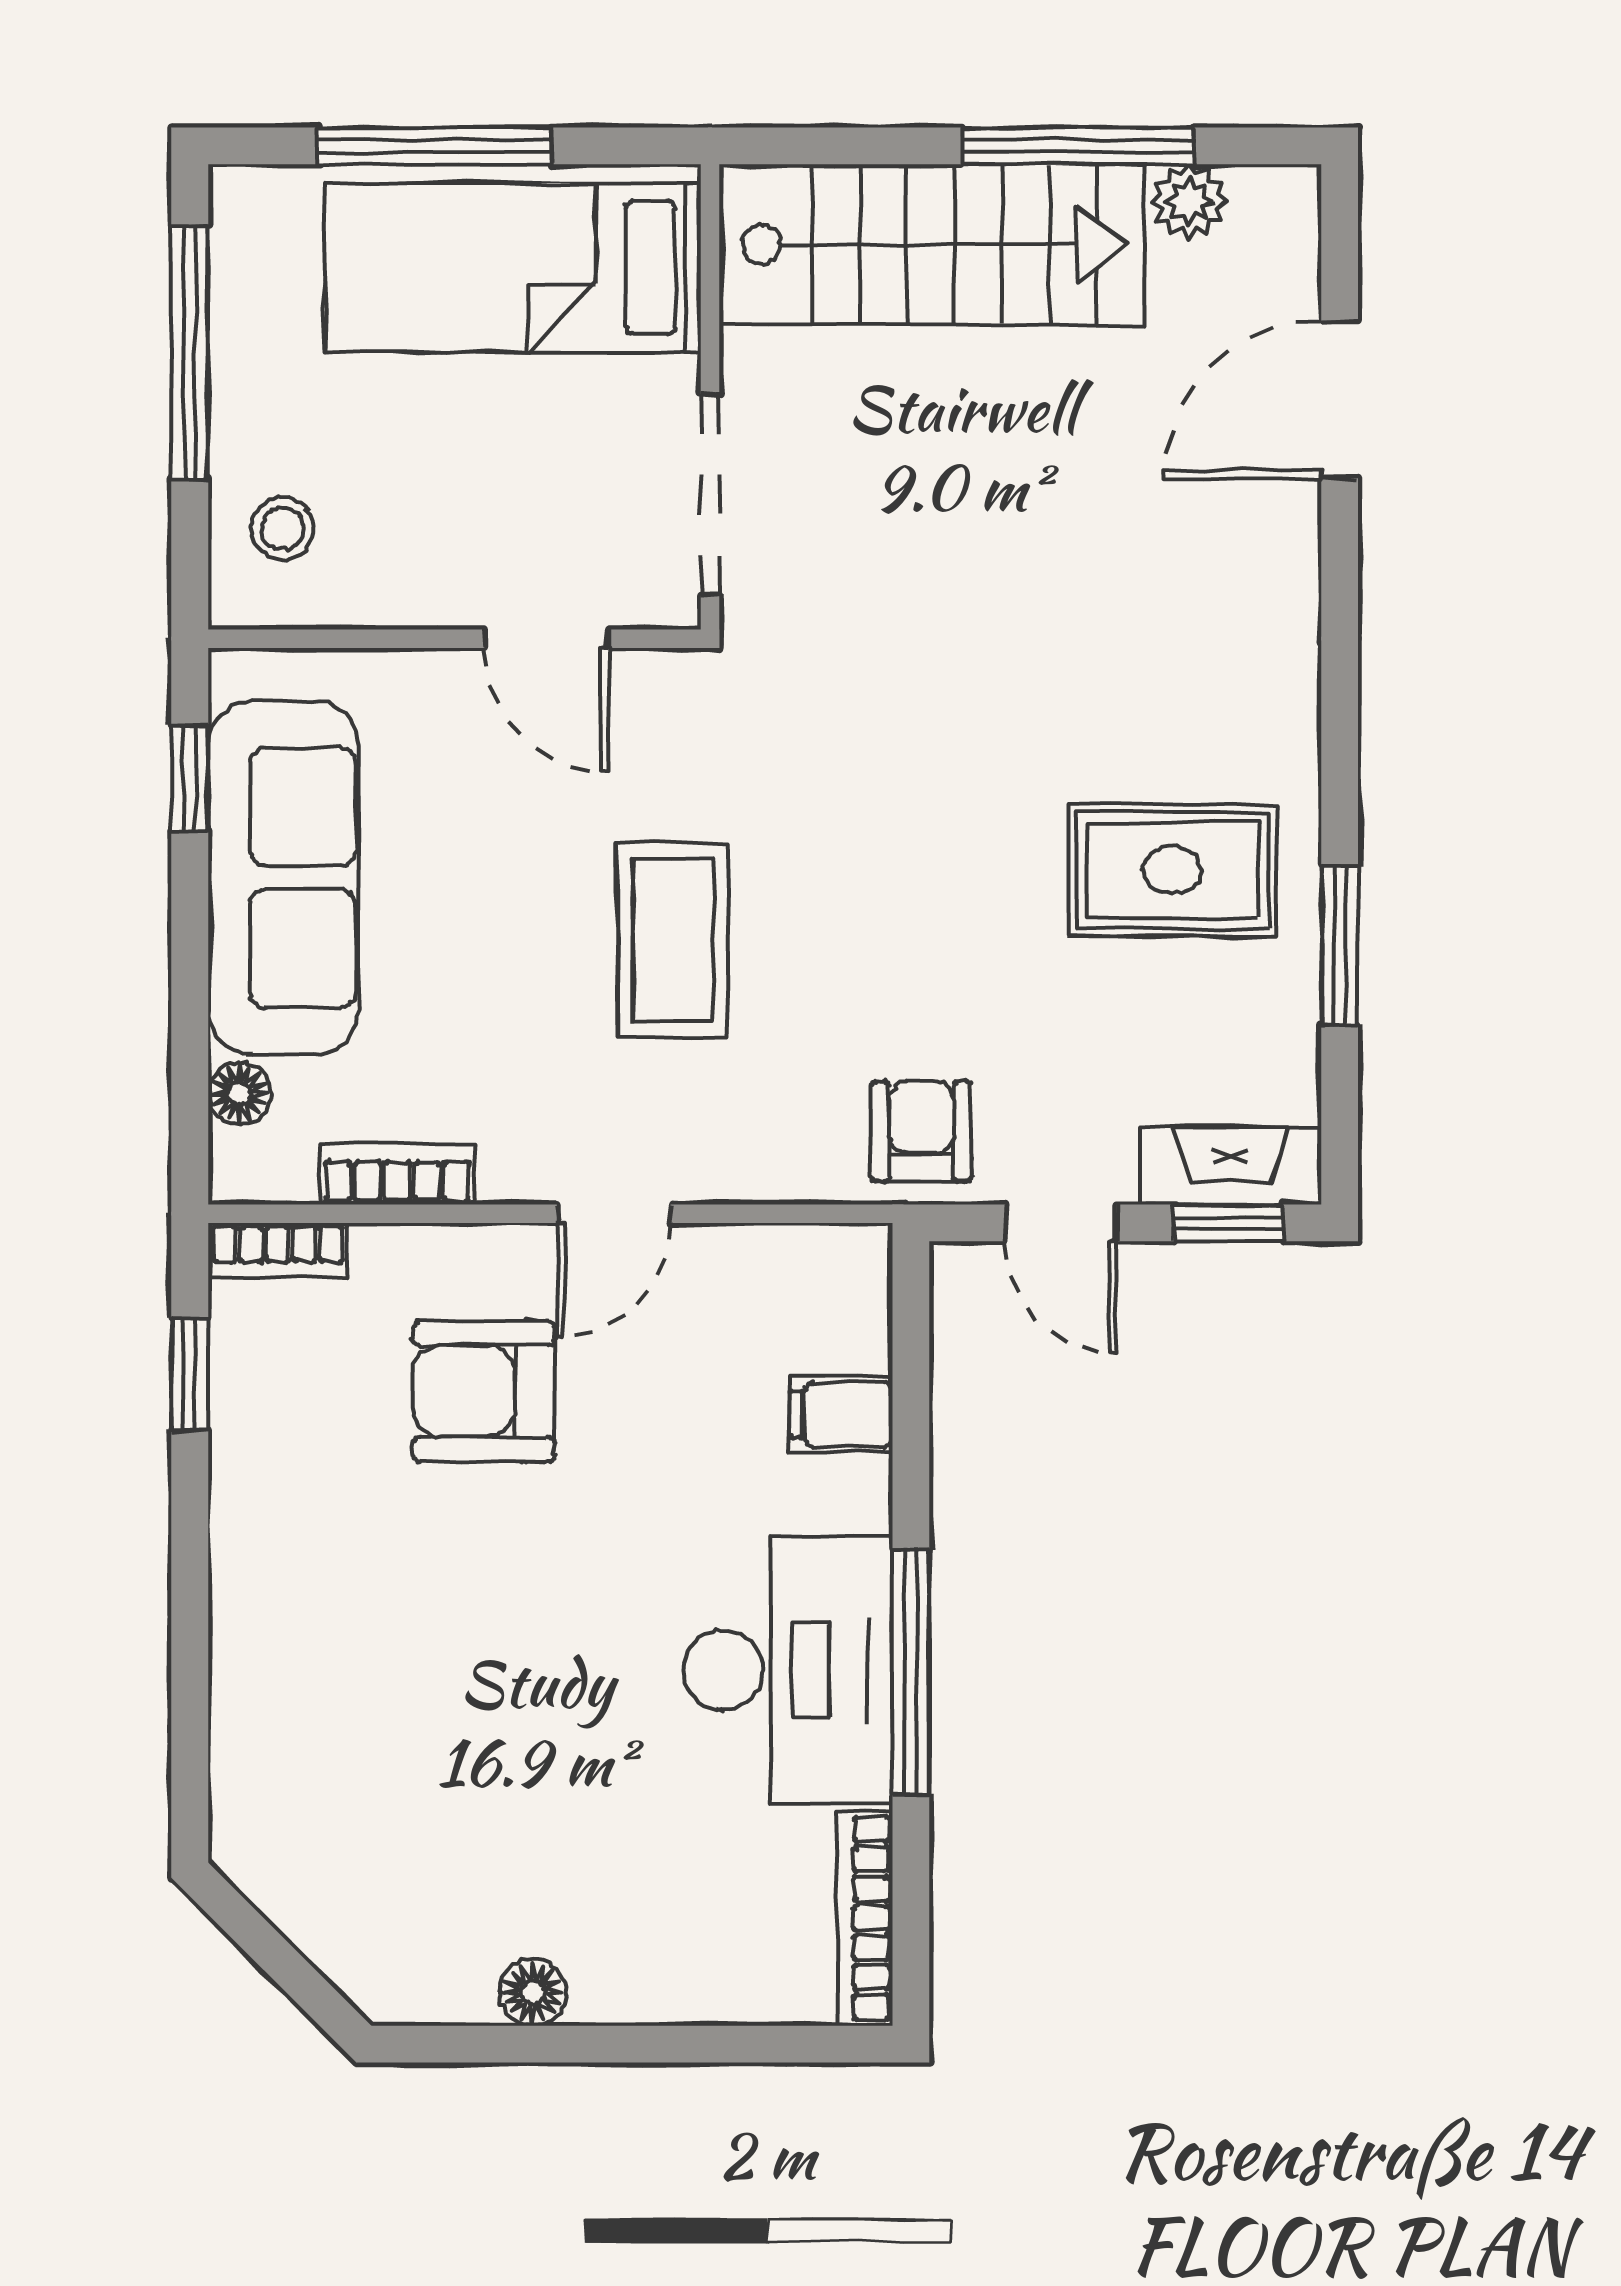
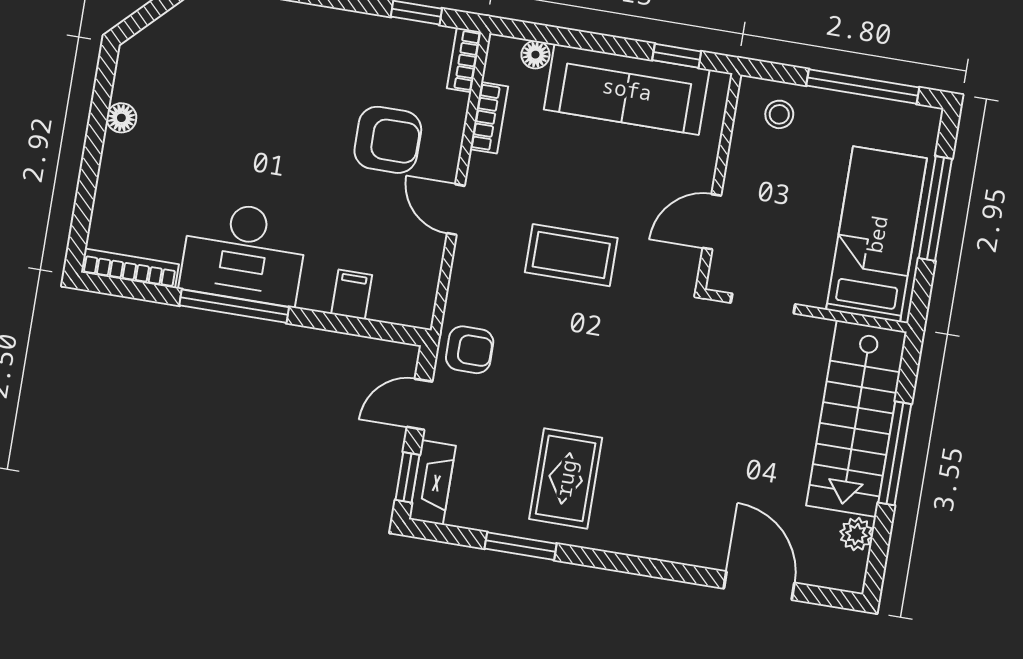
window: (1078, 146) -> (895, 453), moved
doorway: (710, 495) -> (763, 304), width x0.73
armchair: (484, 1391) -> (388, 140), turned 90

